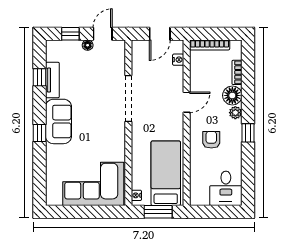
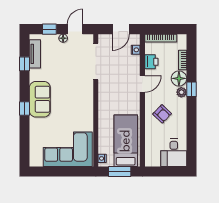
printer: (198, 75) -> (151, 62), added
tv unit: (52, 80) -> (35, 54), moved
doorway: (128, 98) -> (96, 61), moved
window: (248, 133) -> (192, 89), moved
armchair: (211, 140) -> (162, 114), turned 134

